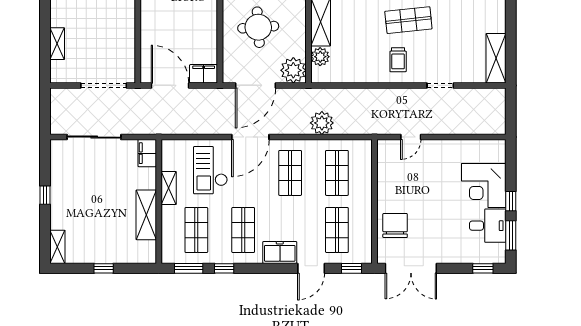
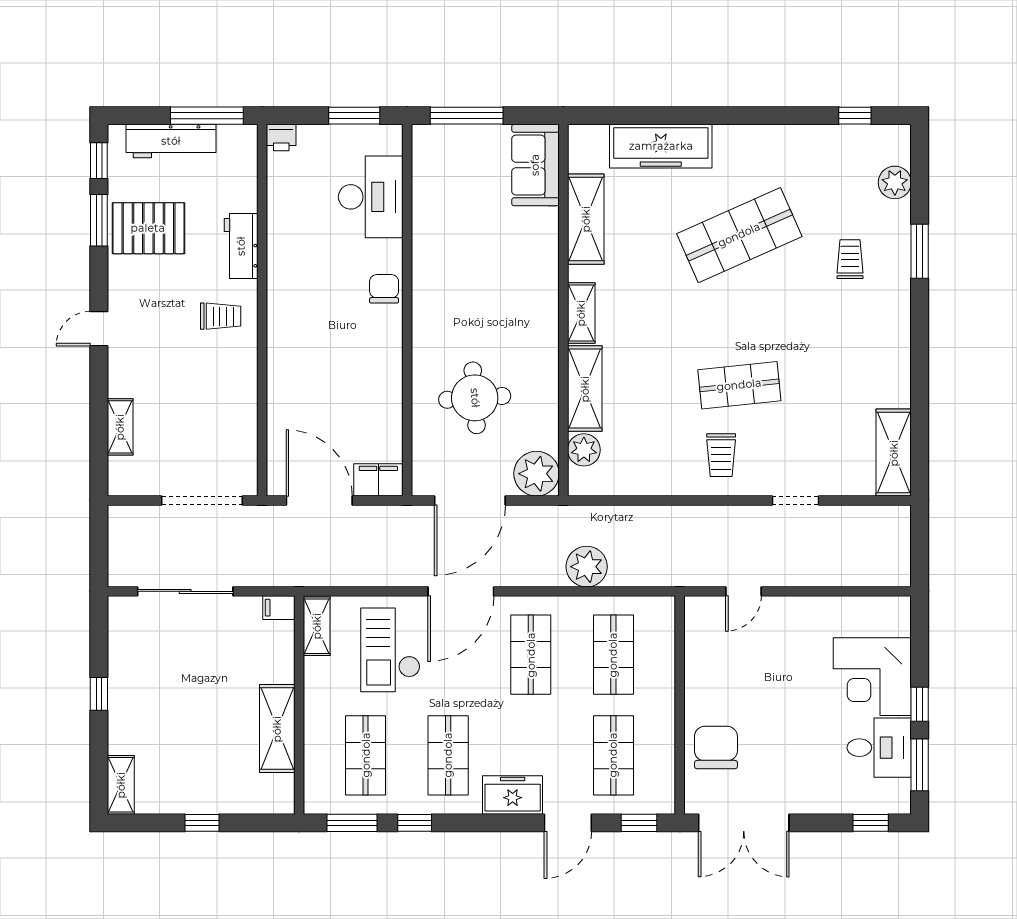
filing cabinet: (147, 153) -> (279, 608), width x0.50
shelving: (169, 188) -> (317, 626), moved

